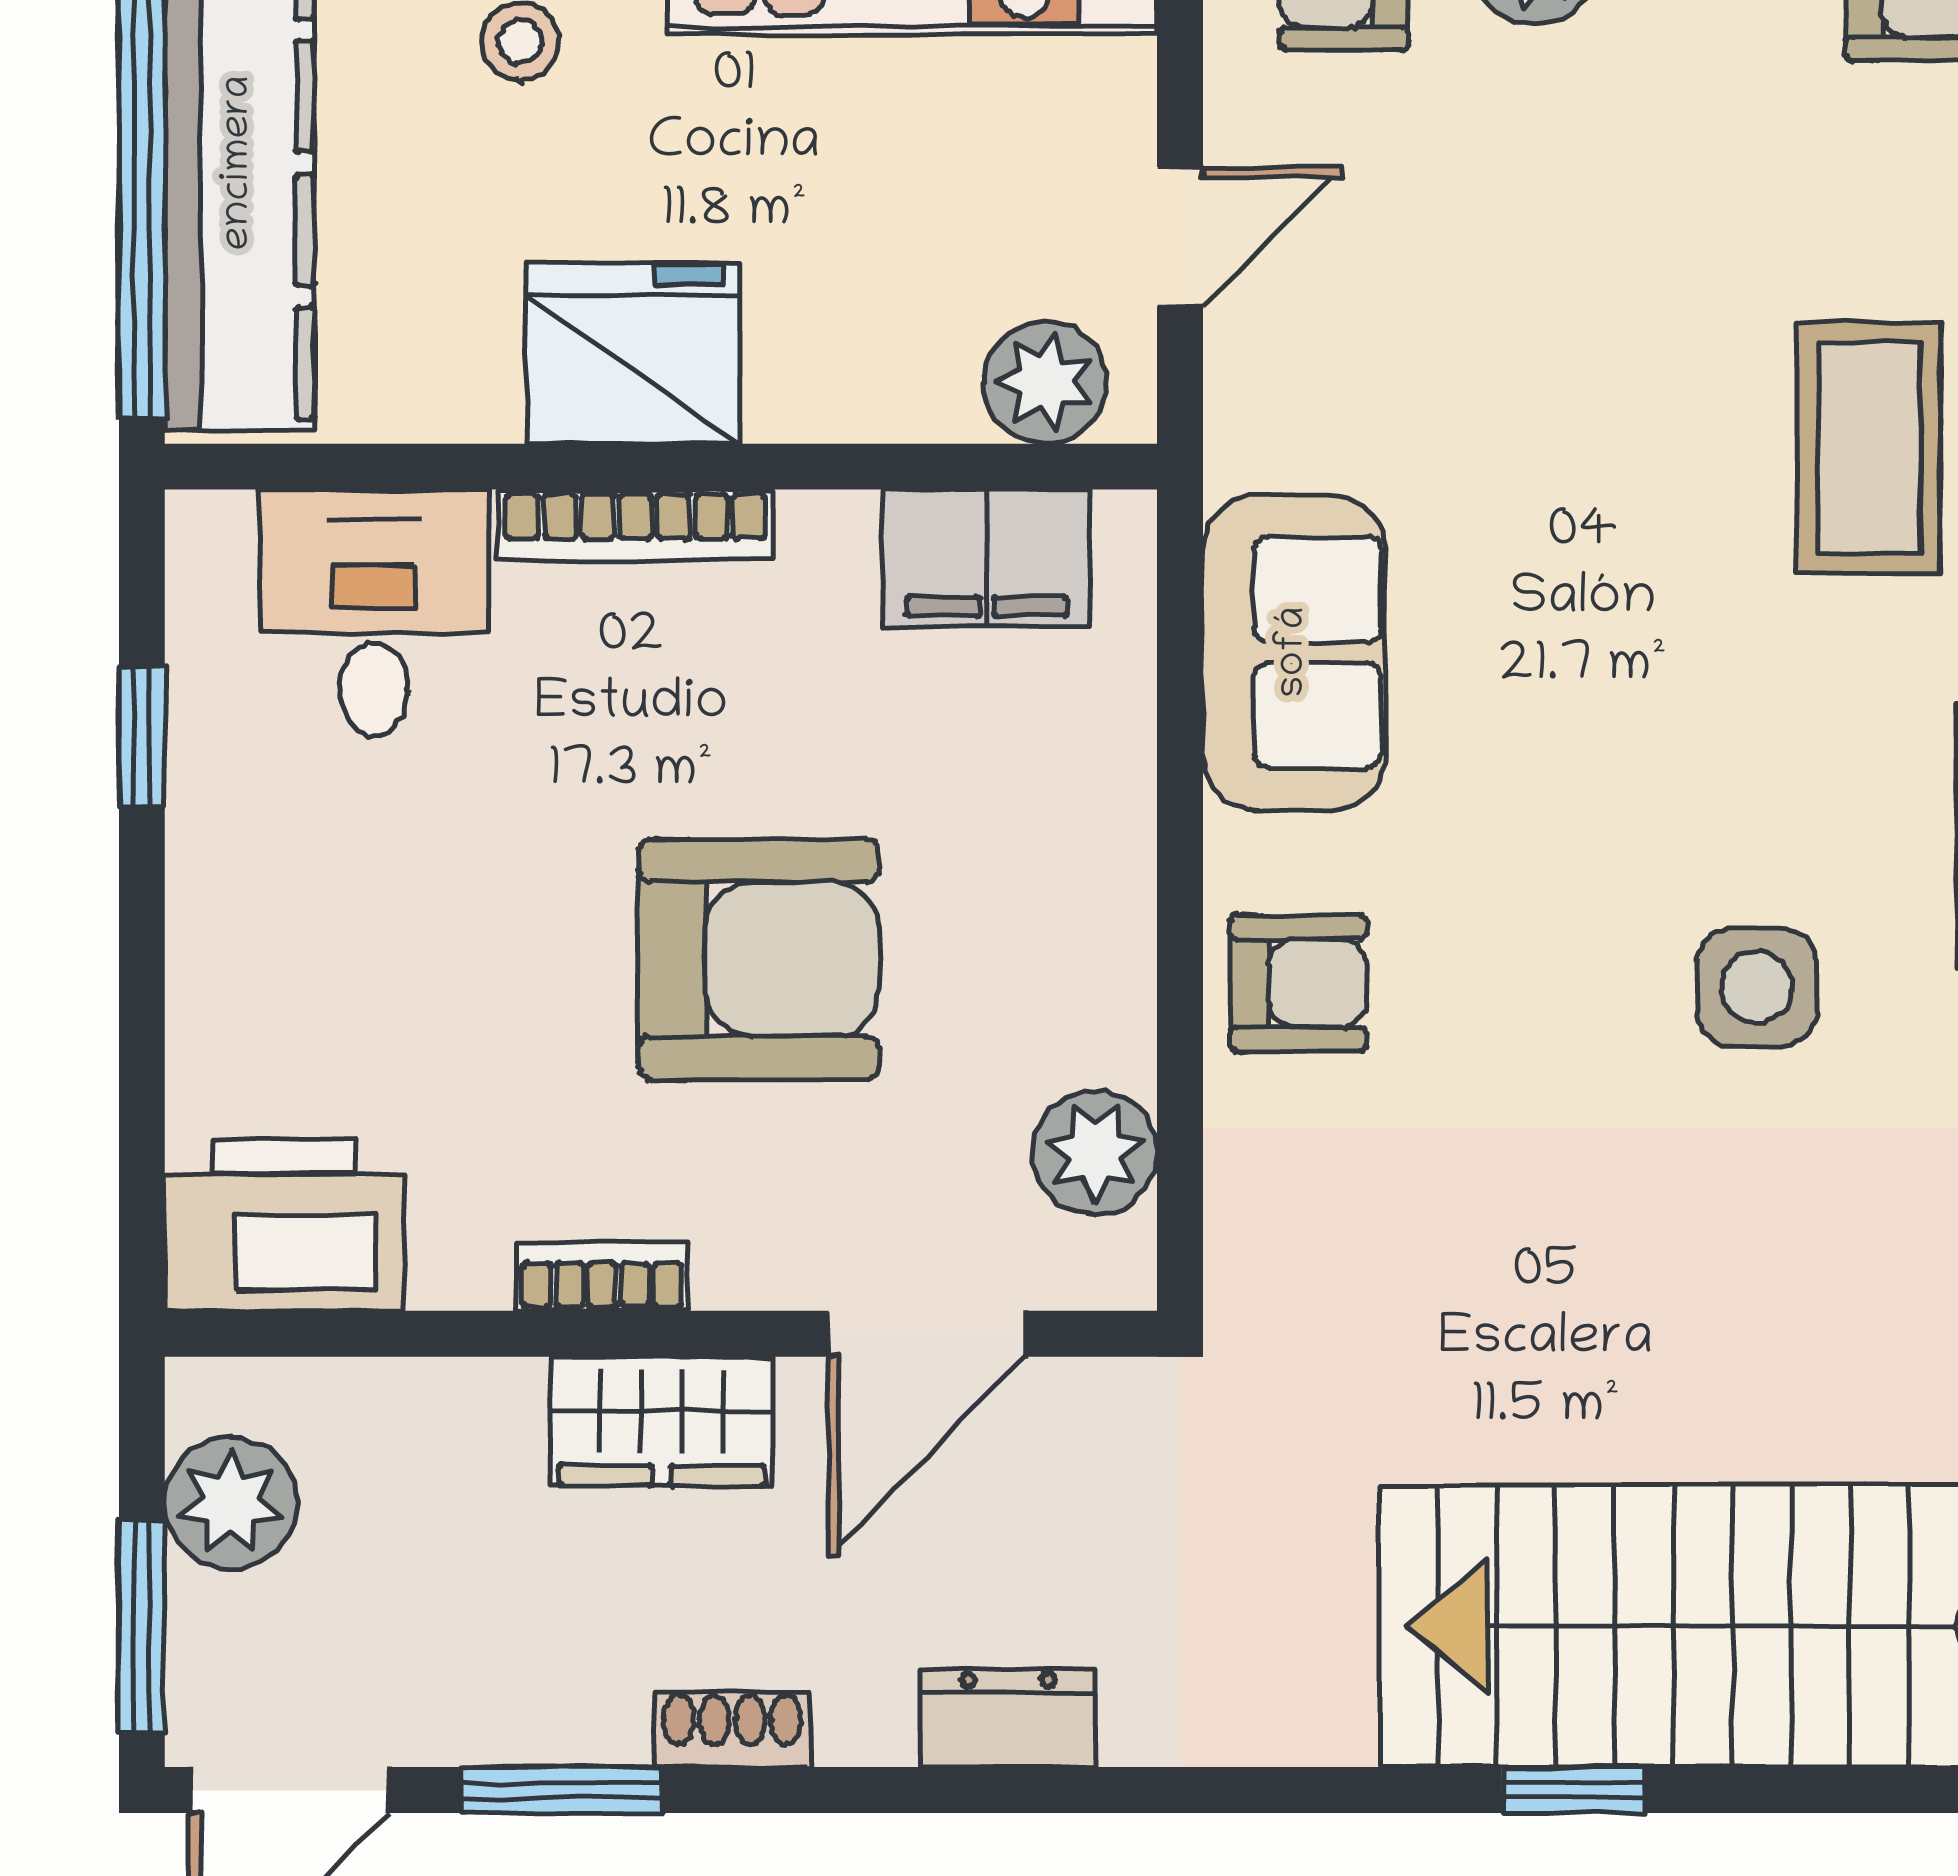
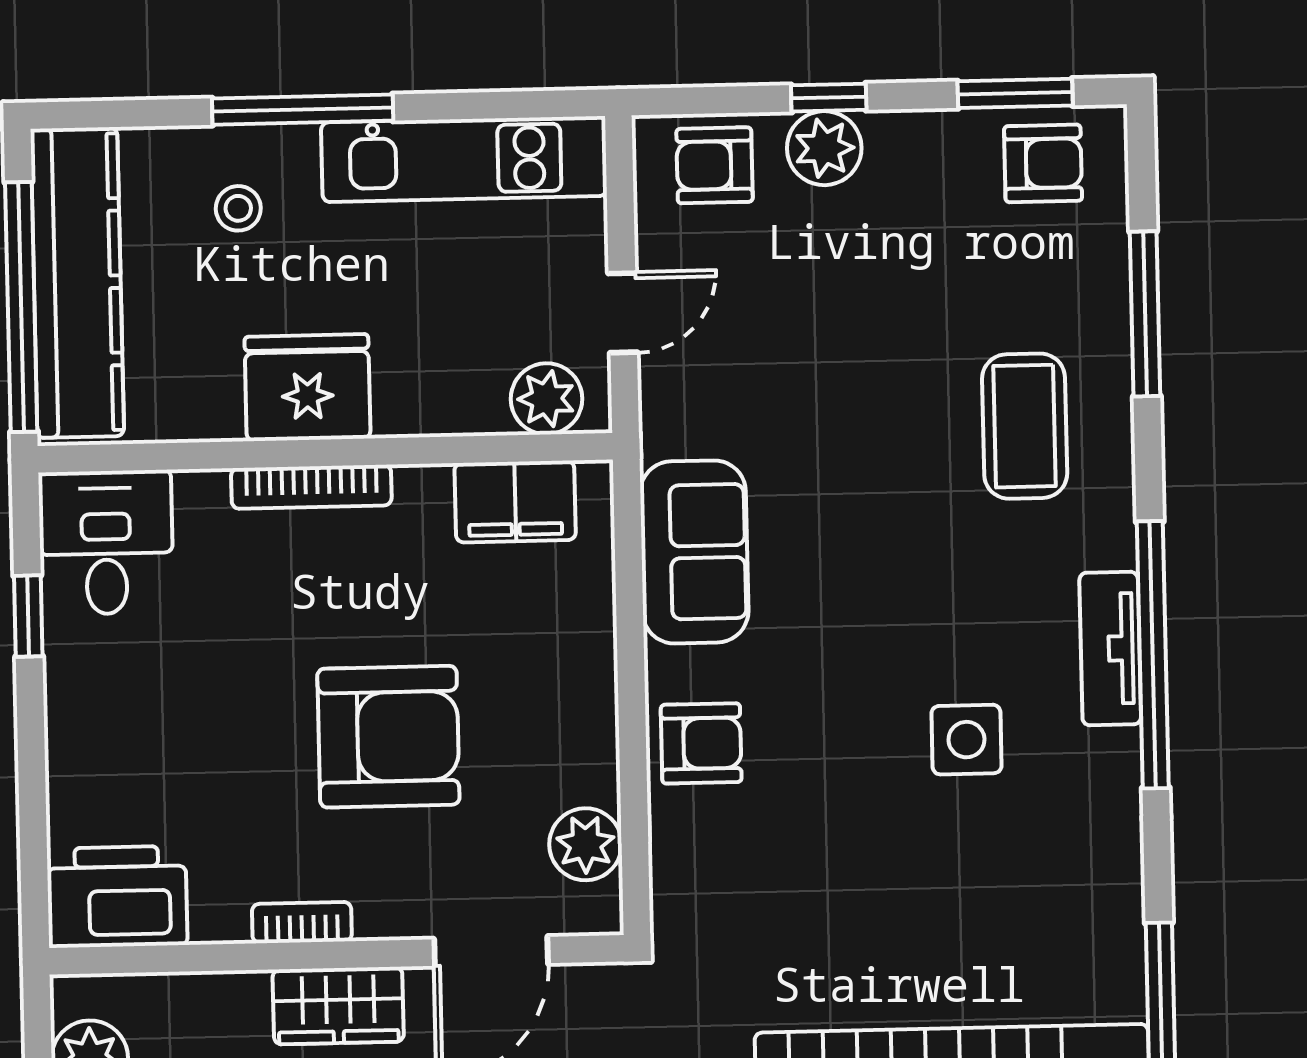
desk: (374, 613) -> (106, 542), moved

